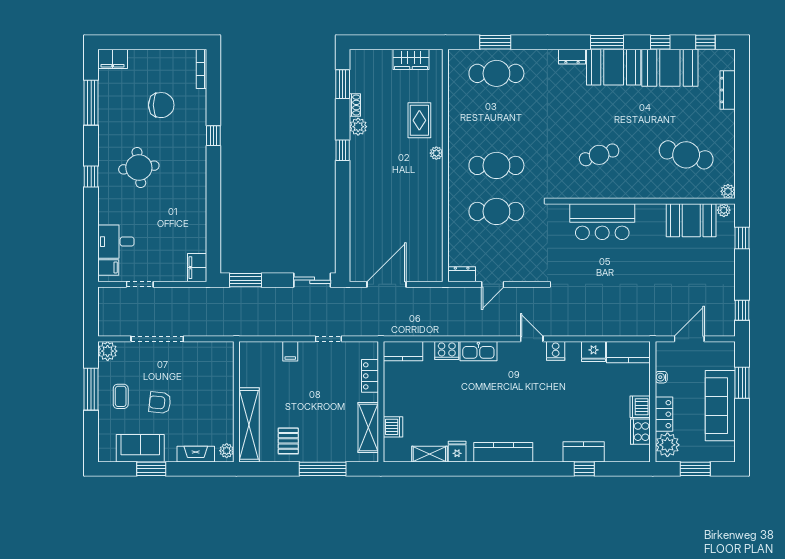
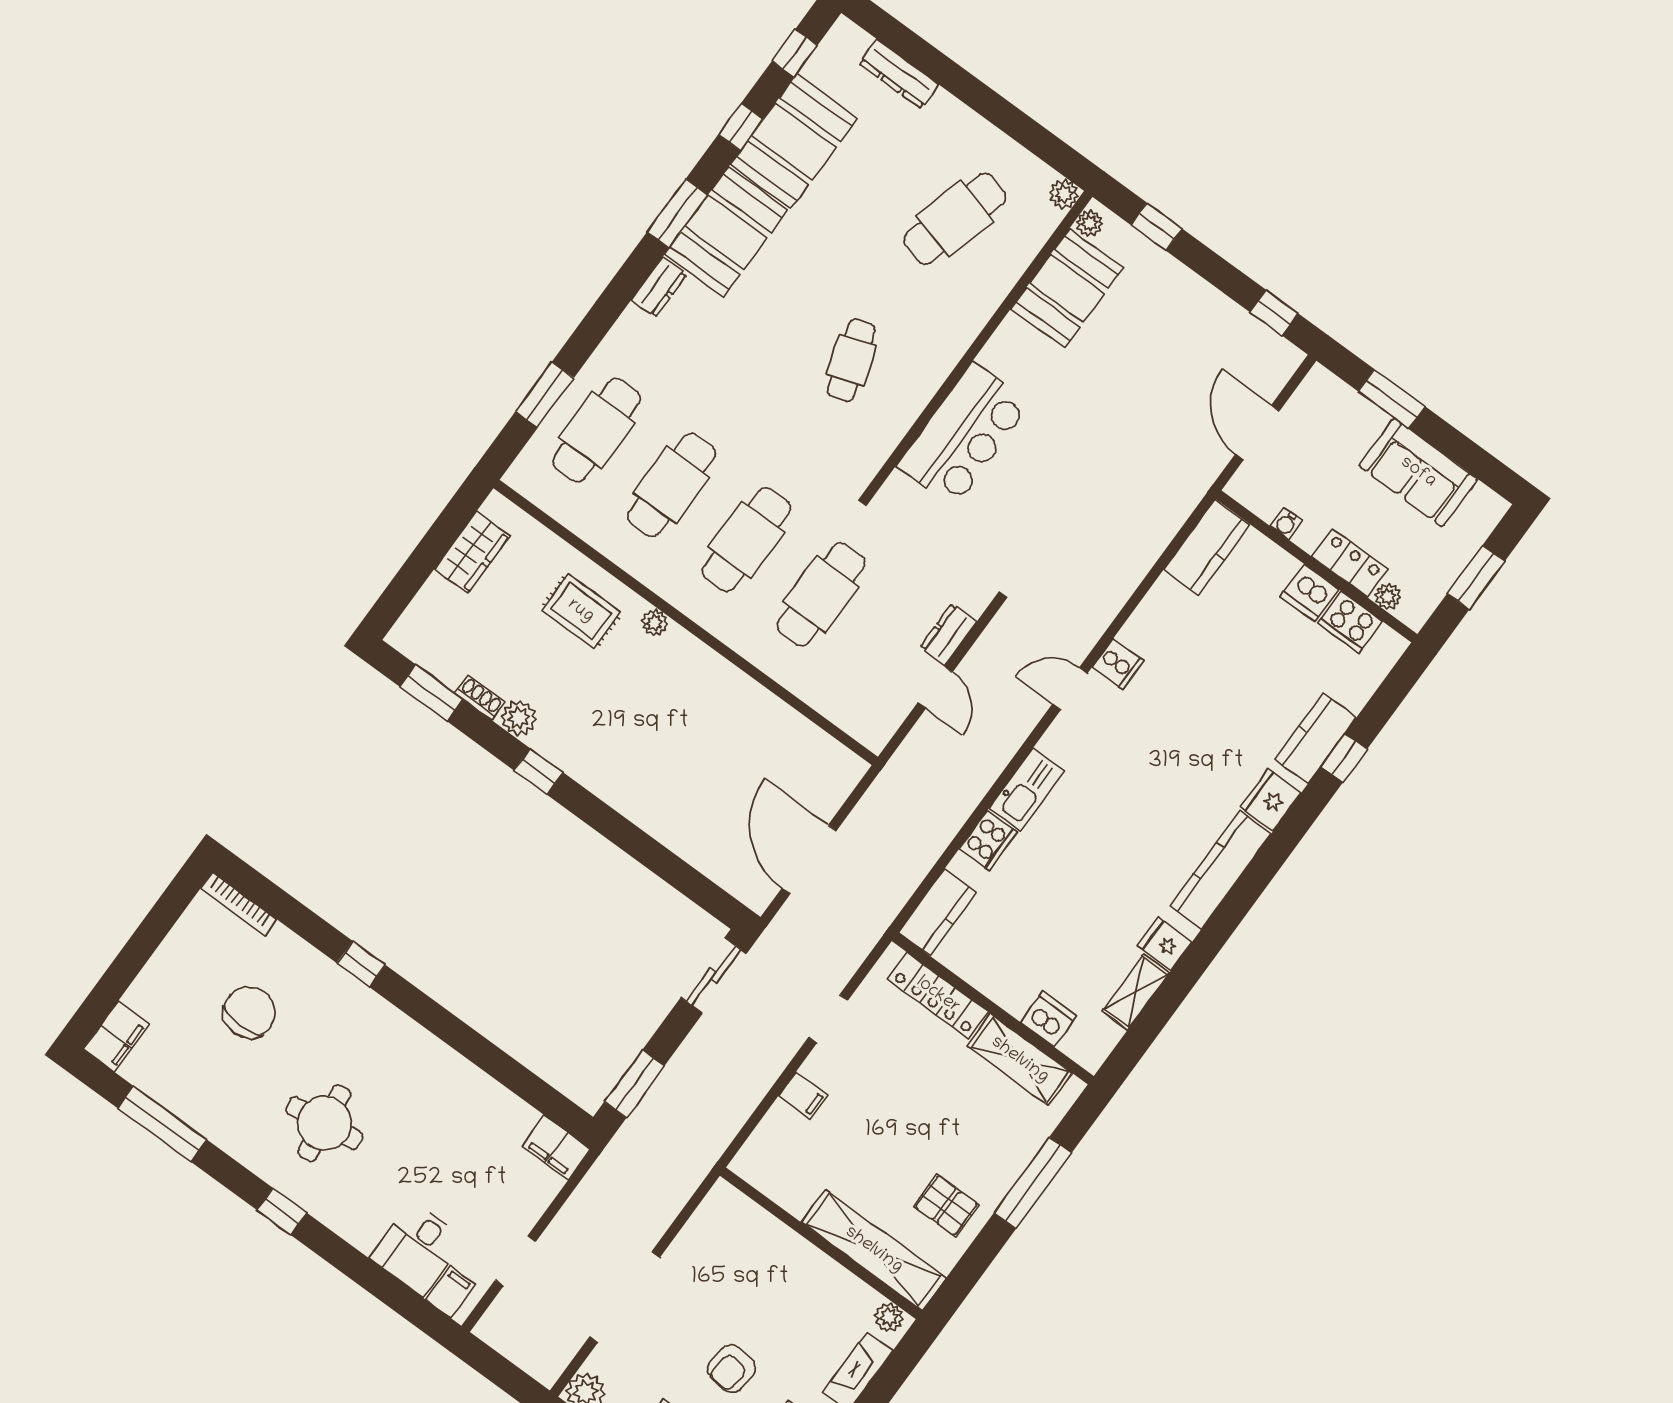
cafe table: (496, 119) -> (672, 485), added
dresser: (462, 274) -> (948, 634), moved
fridge: (594, 352) -> (1271, 800), moved, turned 180
locker: (370, 376) -> (938, 995), width x1.53
sofa: (720, 406) -> (1418, 472), width x0.73
plant: (667, 445) -> (1388, 596), width x0.53, depth x0.53

